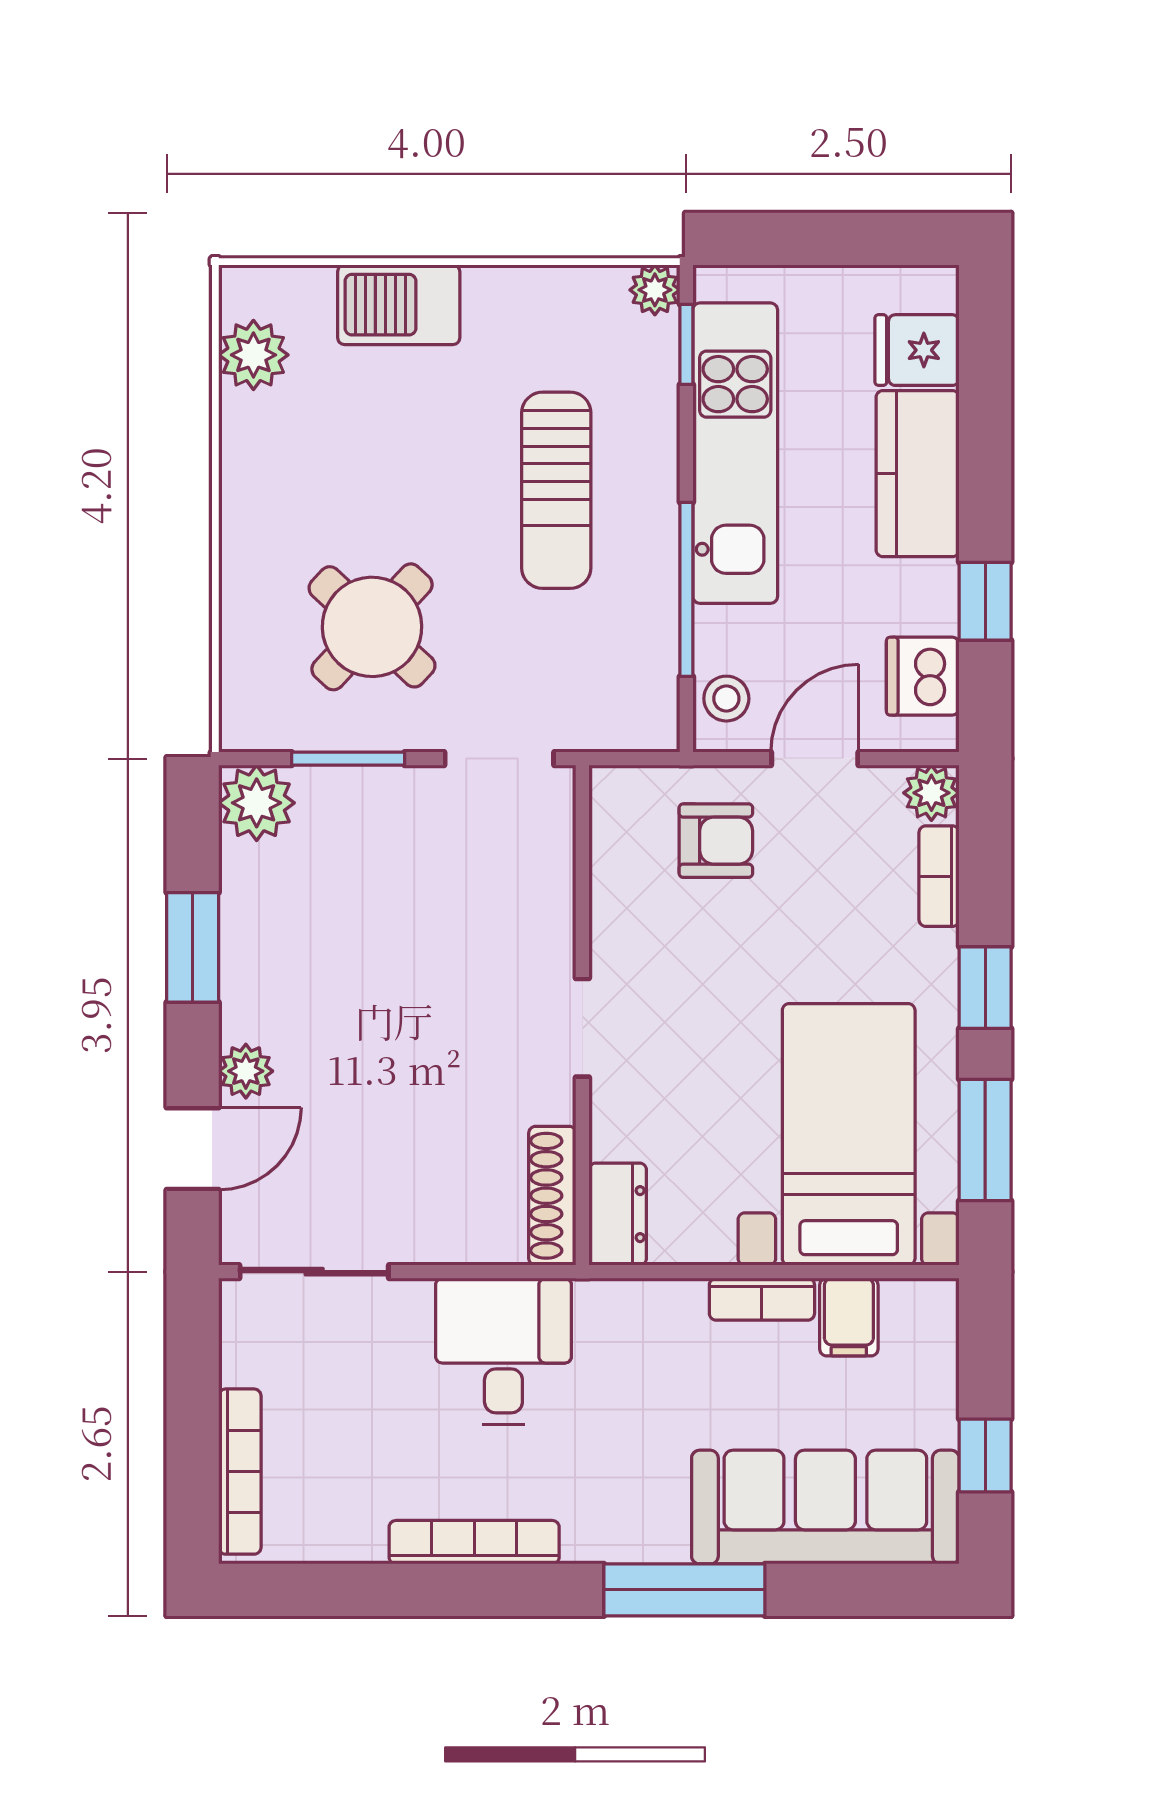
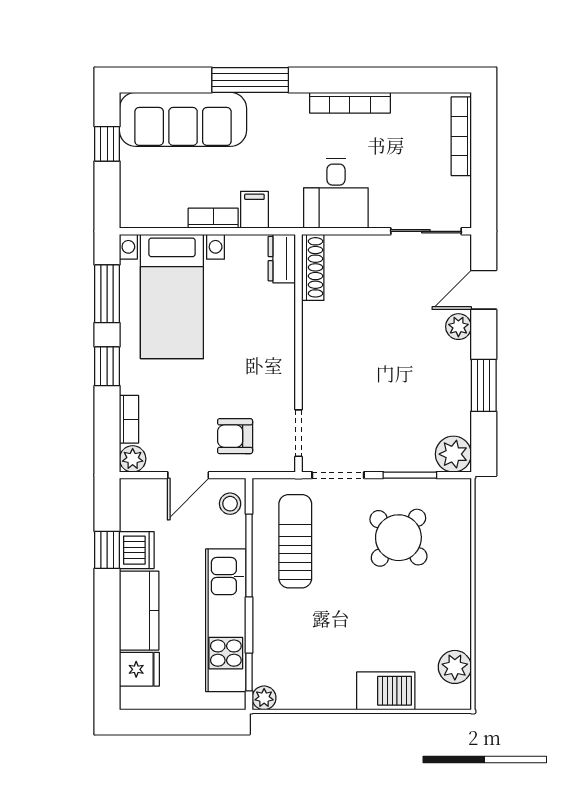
sun lounger: (556, 490) -> (295, 541), moved
dishwasher: (923, 676) -> (137, 550), moved
doorway: (582, 1028) -> (298, 433), moved
filing cabinet: (849, 1317) -> (254, 210), moved

